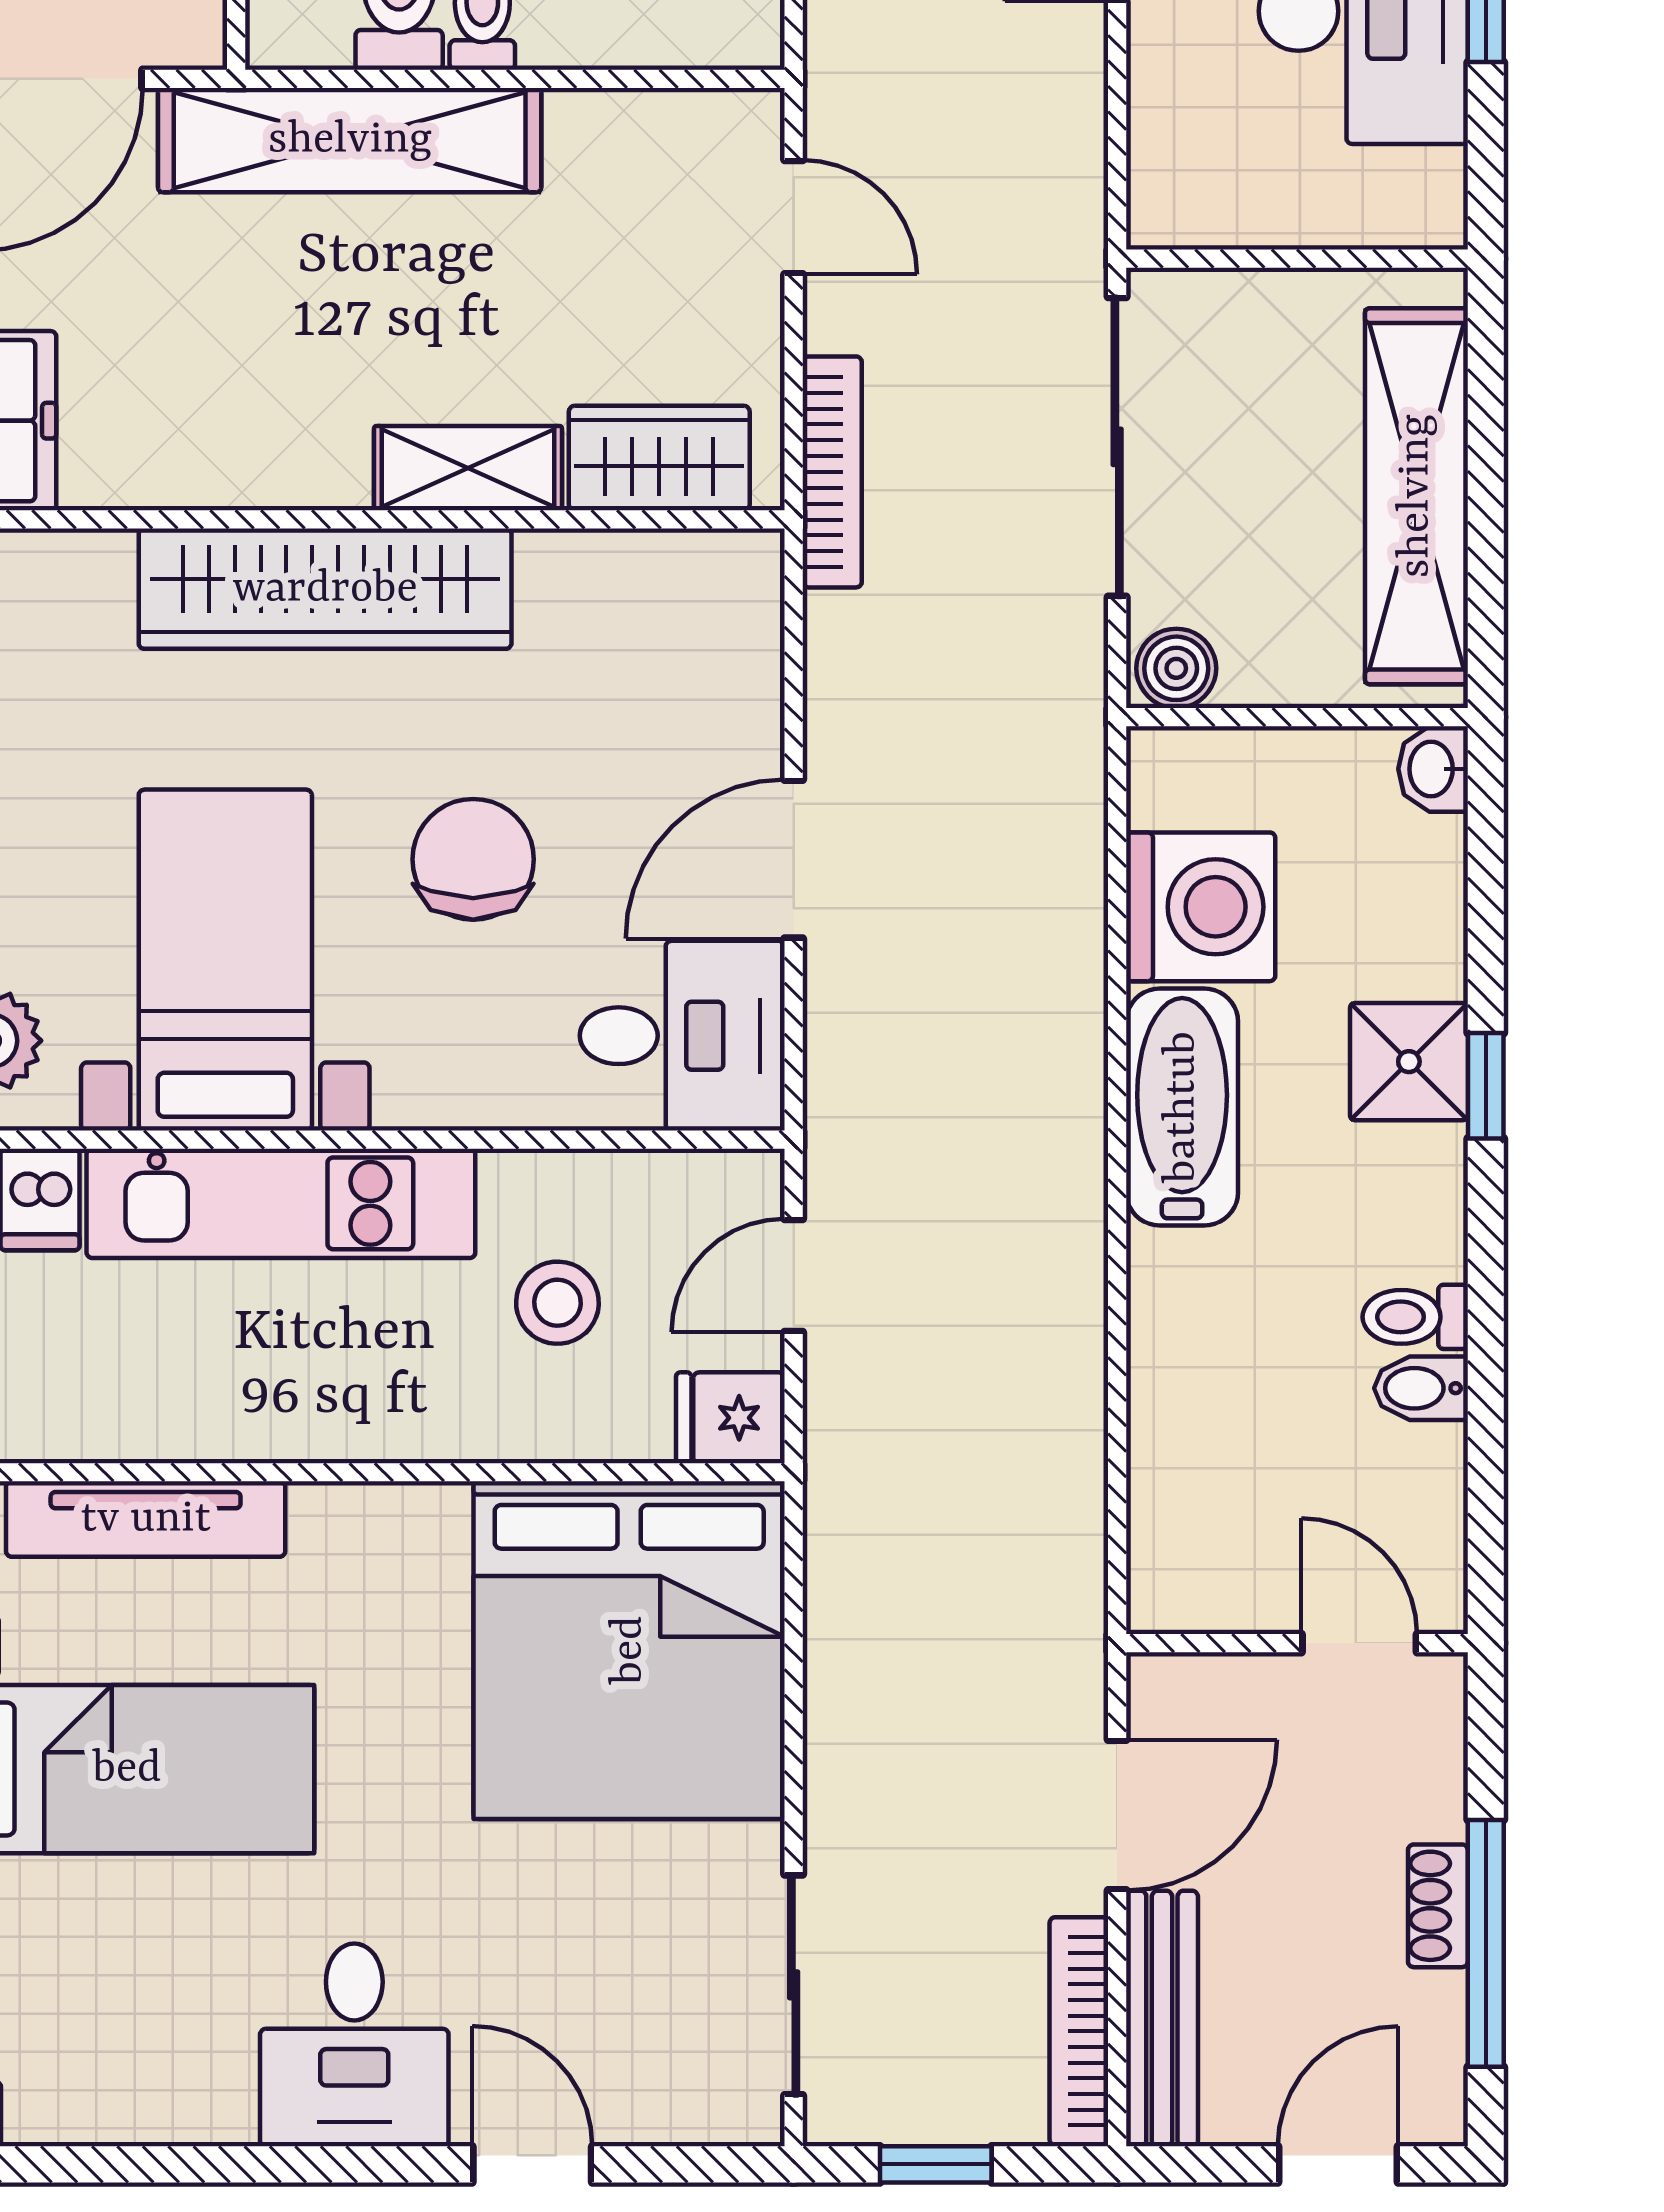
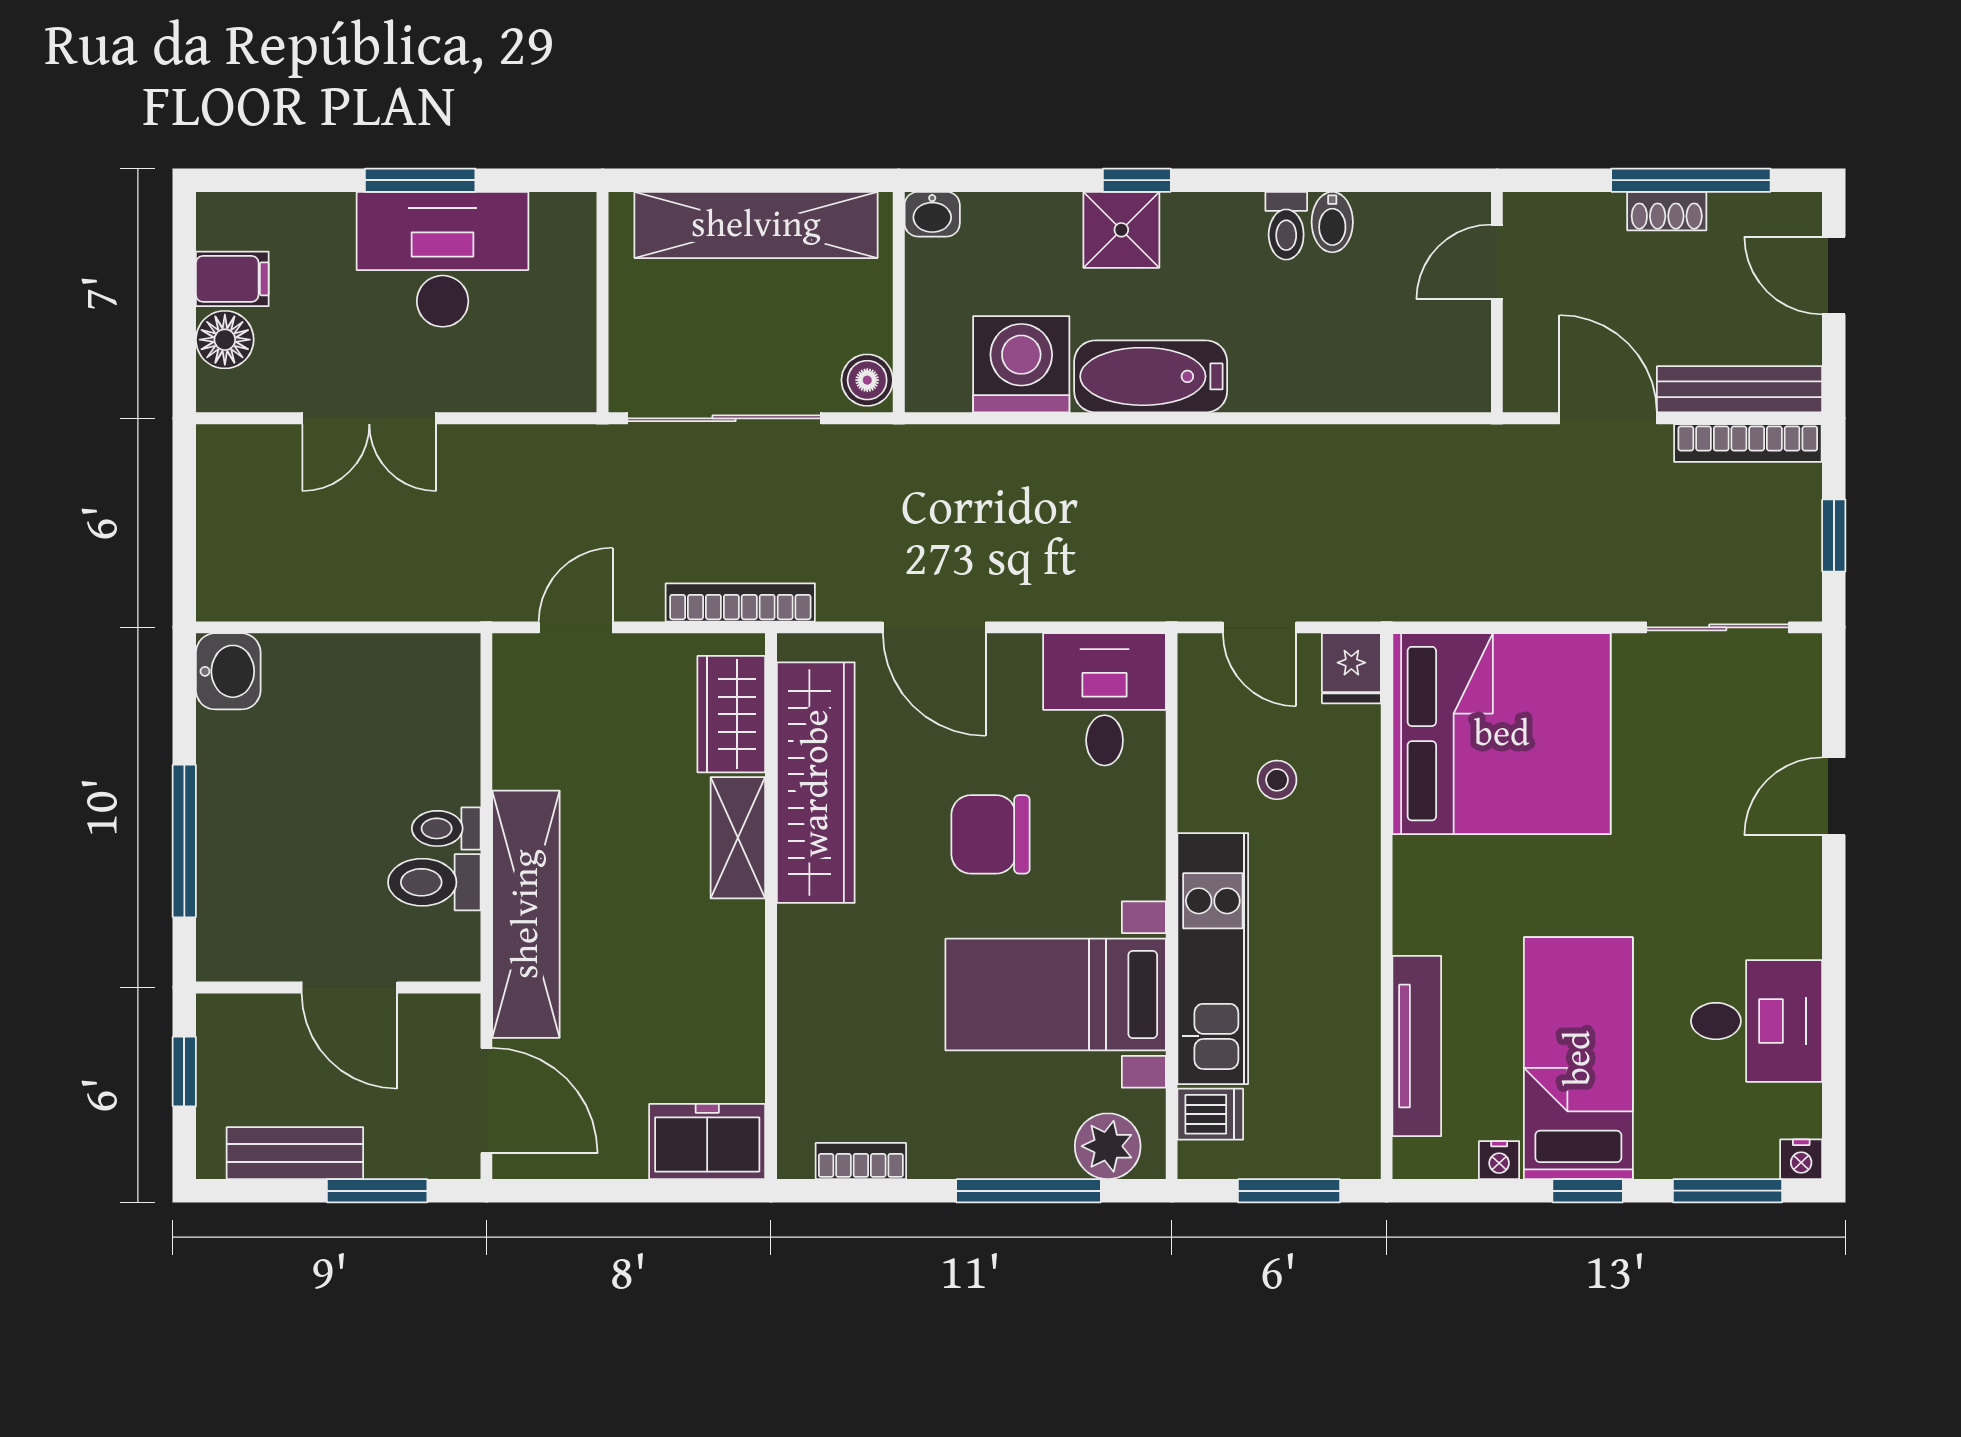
wardrobe: (325, 589) -> (816, 783), moved
door: (794, 859) -> (934, 627), moved
stool: (557, 1303) -> (1277, 780), width x0.73, depth x0.73
desk: (354, 2045) -> (1757, 1021), moved

